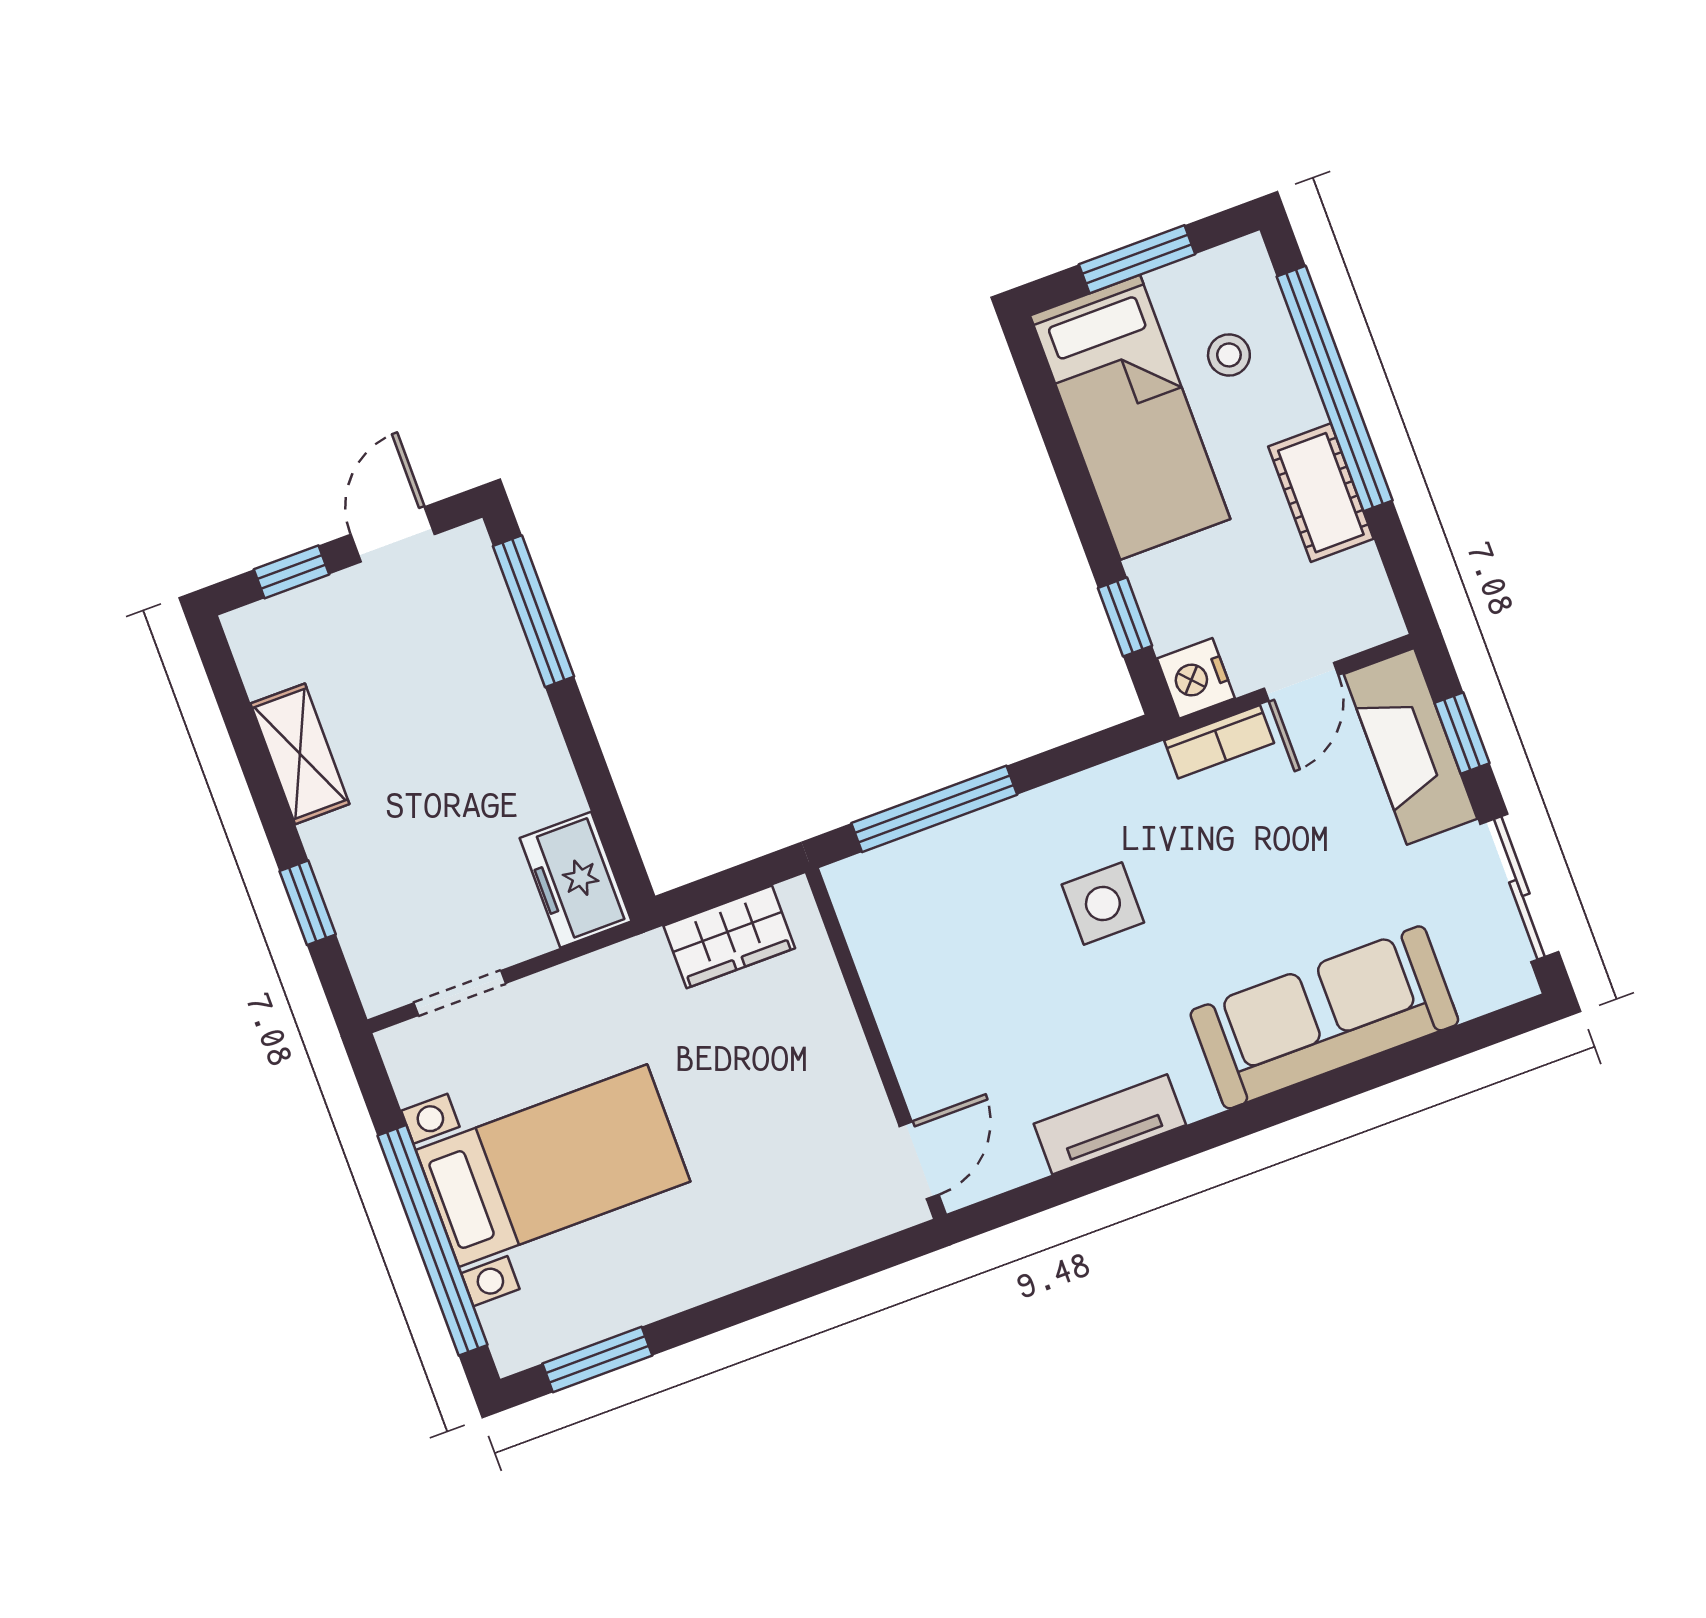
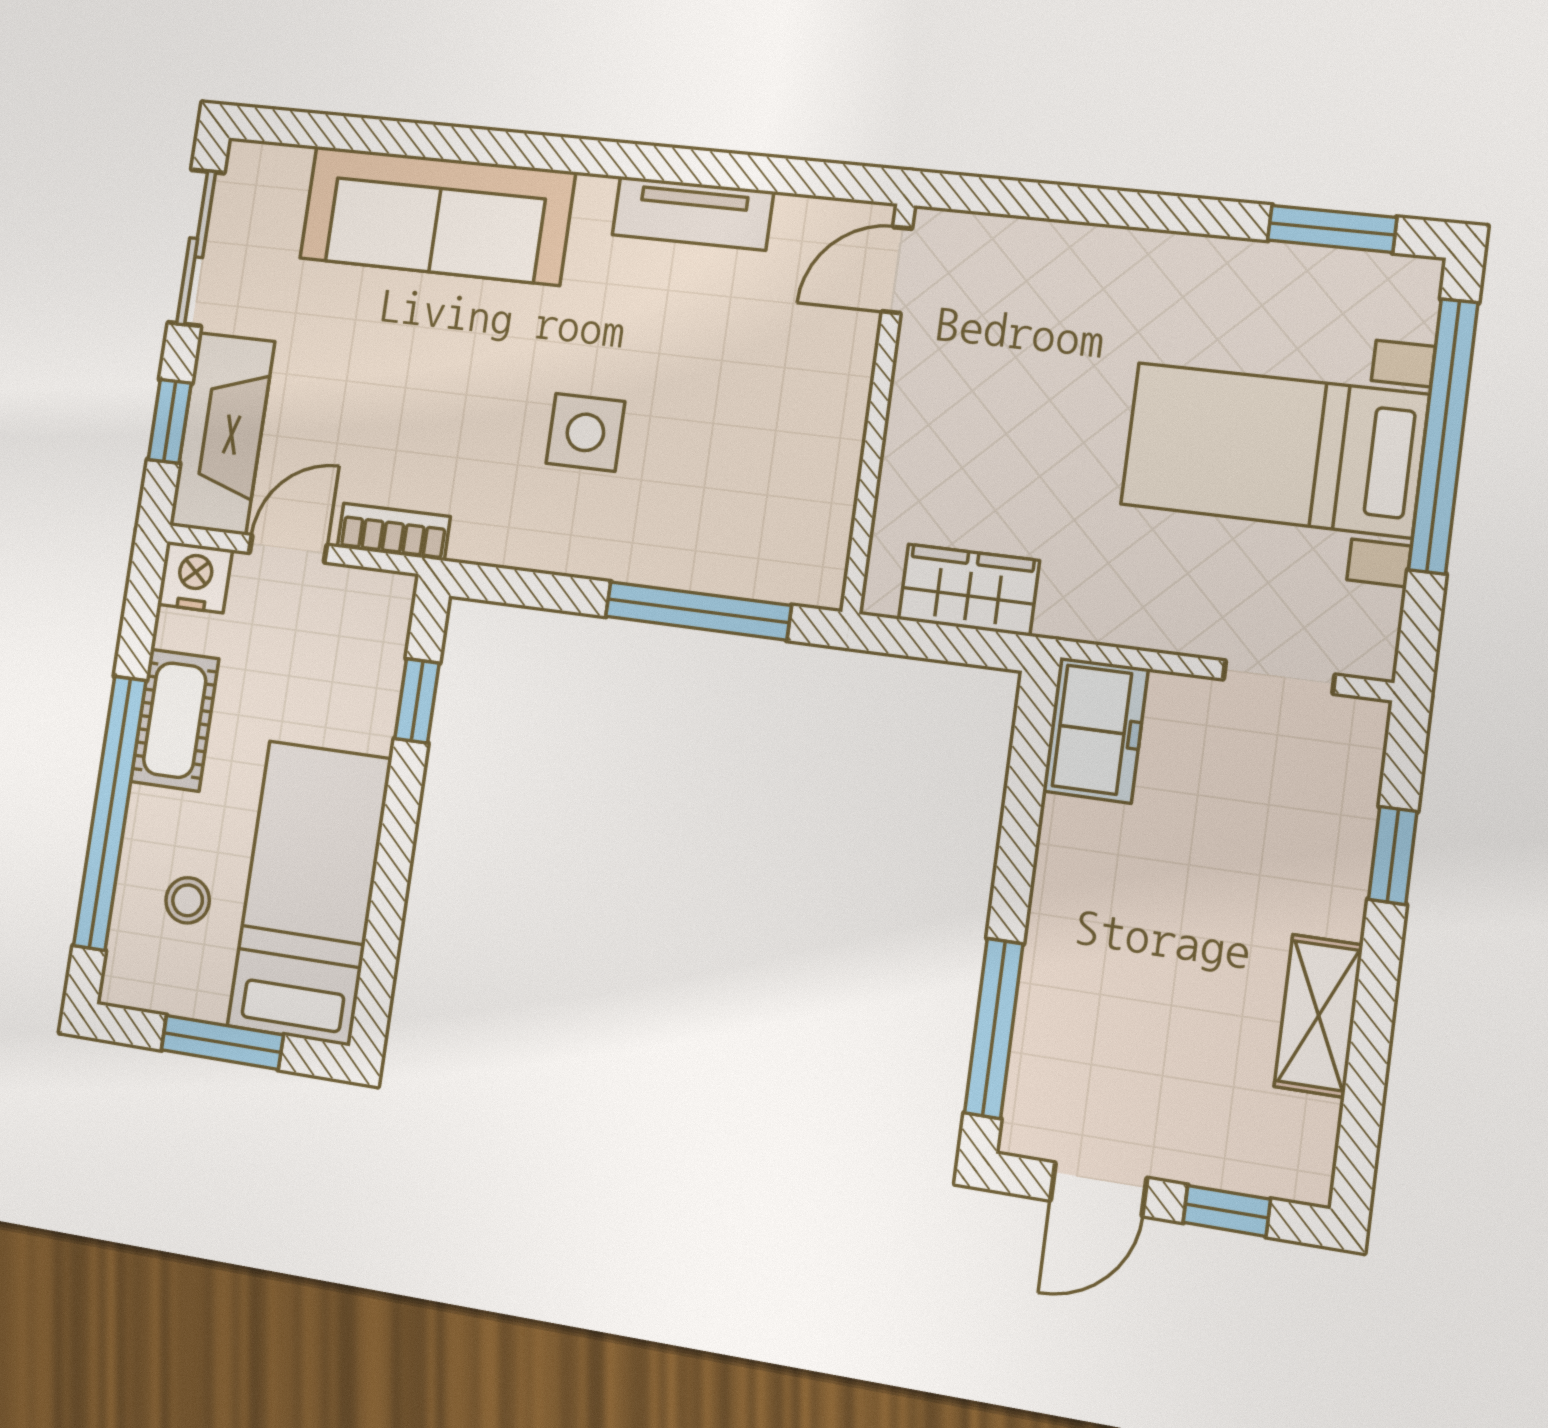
nightstand: (1196, 678) -> (195, 577), moved, turned -90

